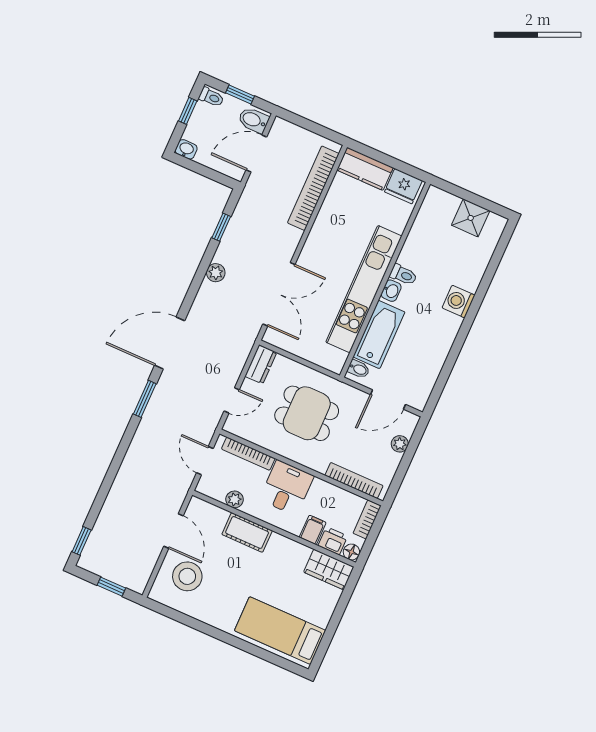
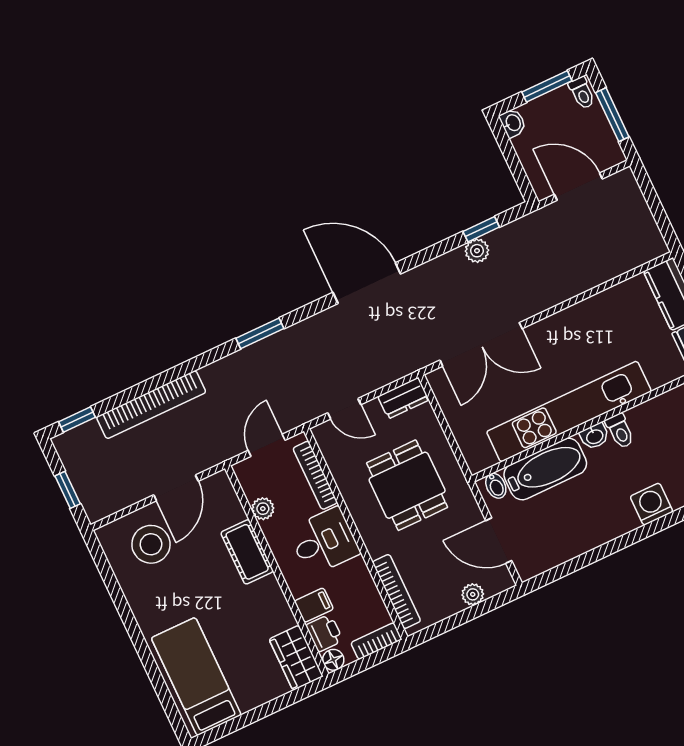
window: (240, 94) -> (612, 115), width x1.50
window: (188, 111) -> (547, 86), width x1.50
bidet: (253, 120) -> (604, 151), removed
bookcase: (313, 188) -> (151, 405), moved, turned 180
plant: (216, 273) -> (477, 251), moved
door: (170, 343) -> (367, 283), moved

